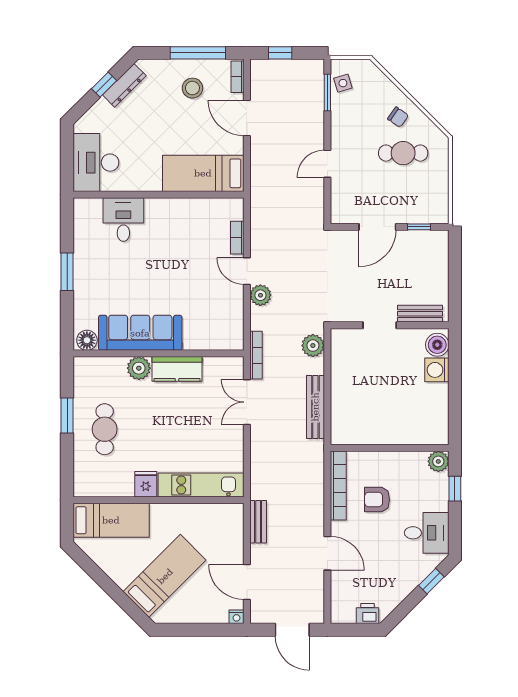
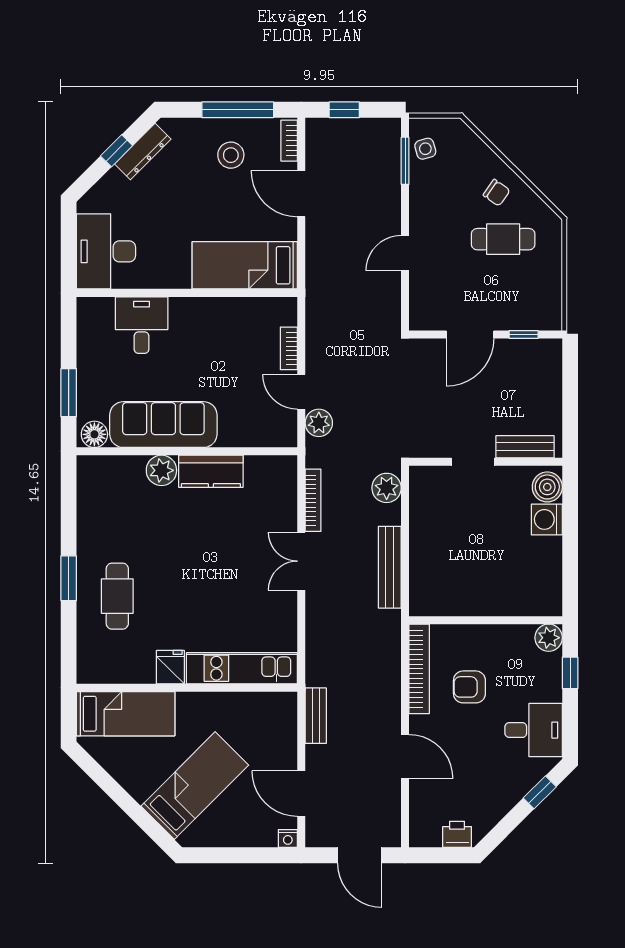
sofa: (140, 333) -> (163, 425), moved
floor lamp: (87, 340) -> (94, 434), moved
wall: (158, 353) -> (187, 451), moved
plant: (139, 368) -> (161, 470), moved
kitchen counter: (177, 369) -> (211, 471), moved

